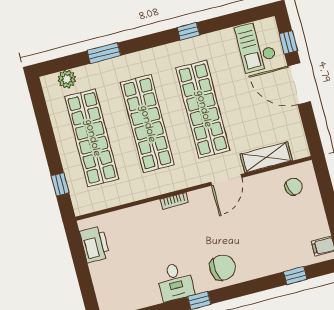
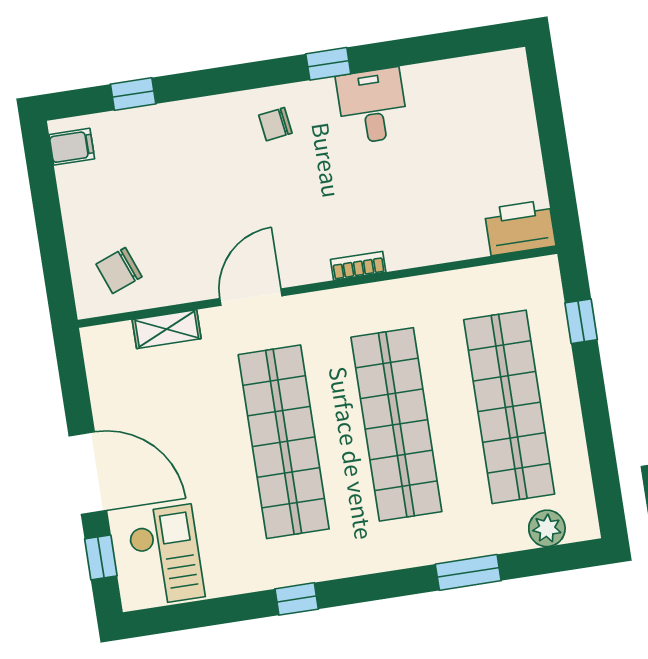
shelving: (266, 157) -> (167, 329), width x0.67, depth x0.75
printer: (95, 244) -> (520, 228), moved, turned 90
chair: (223, 268) -> (275, 124), width x0.54, depth x0.54

